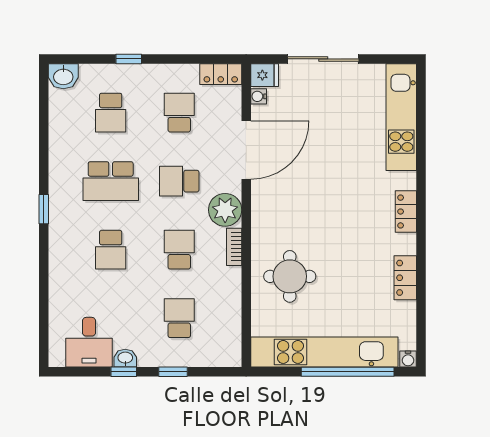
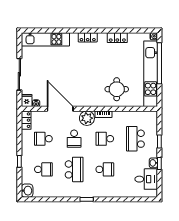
school desk: (179, 318) -> (135, 139), width x1.85

